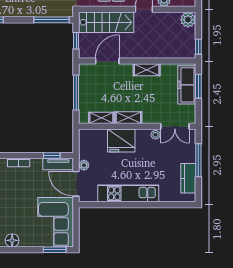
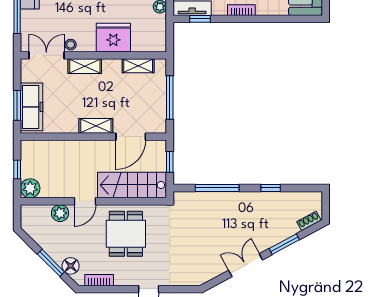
window: (52, 20) -> (217, 188), moved
window: (198, 47) -> (17, 169), moved
shelving: (147, 70) -> (96, 126), moved
shelving: (128, 118) -> (85, 66), moved

